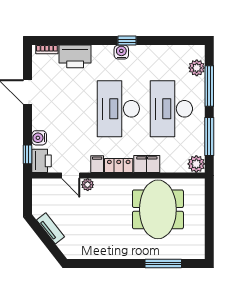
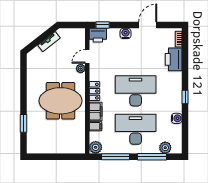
water cooler: (121, 52) -> (177, 118), moved
water cooler: (39, 138) -> (126, 33), moved
filing cabinet: (97, 164) -> (96, 126), moved
meeting table: (158, 209) -> (61, 101), moved
window: (163, 264) -> (23, 123), width x0.69

